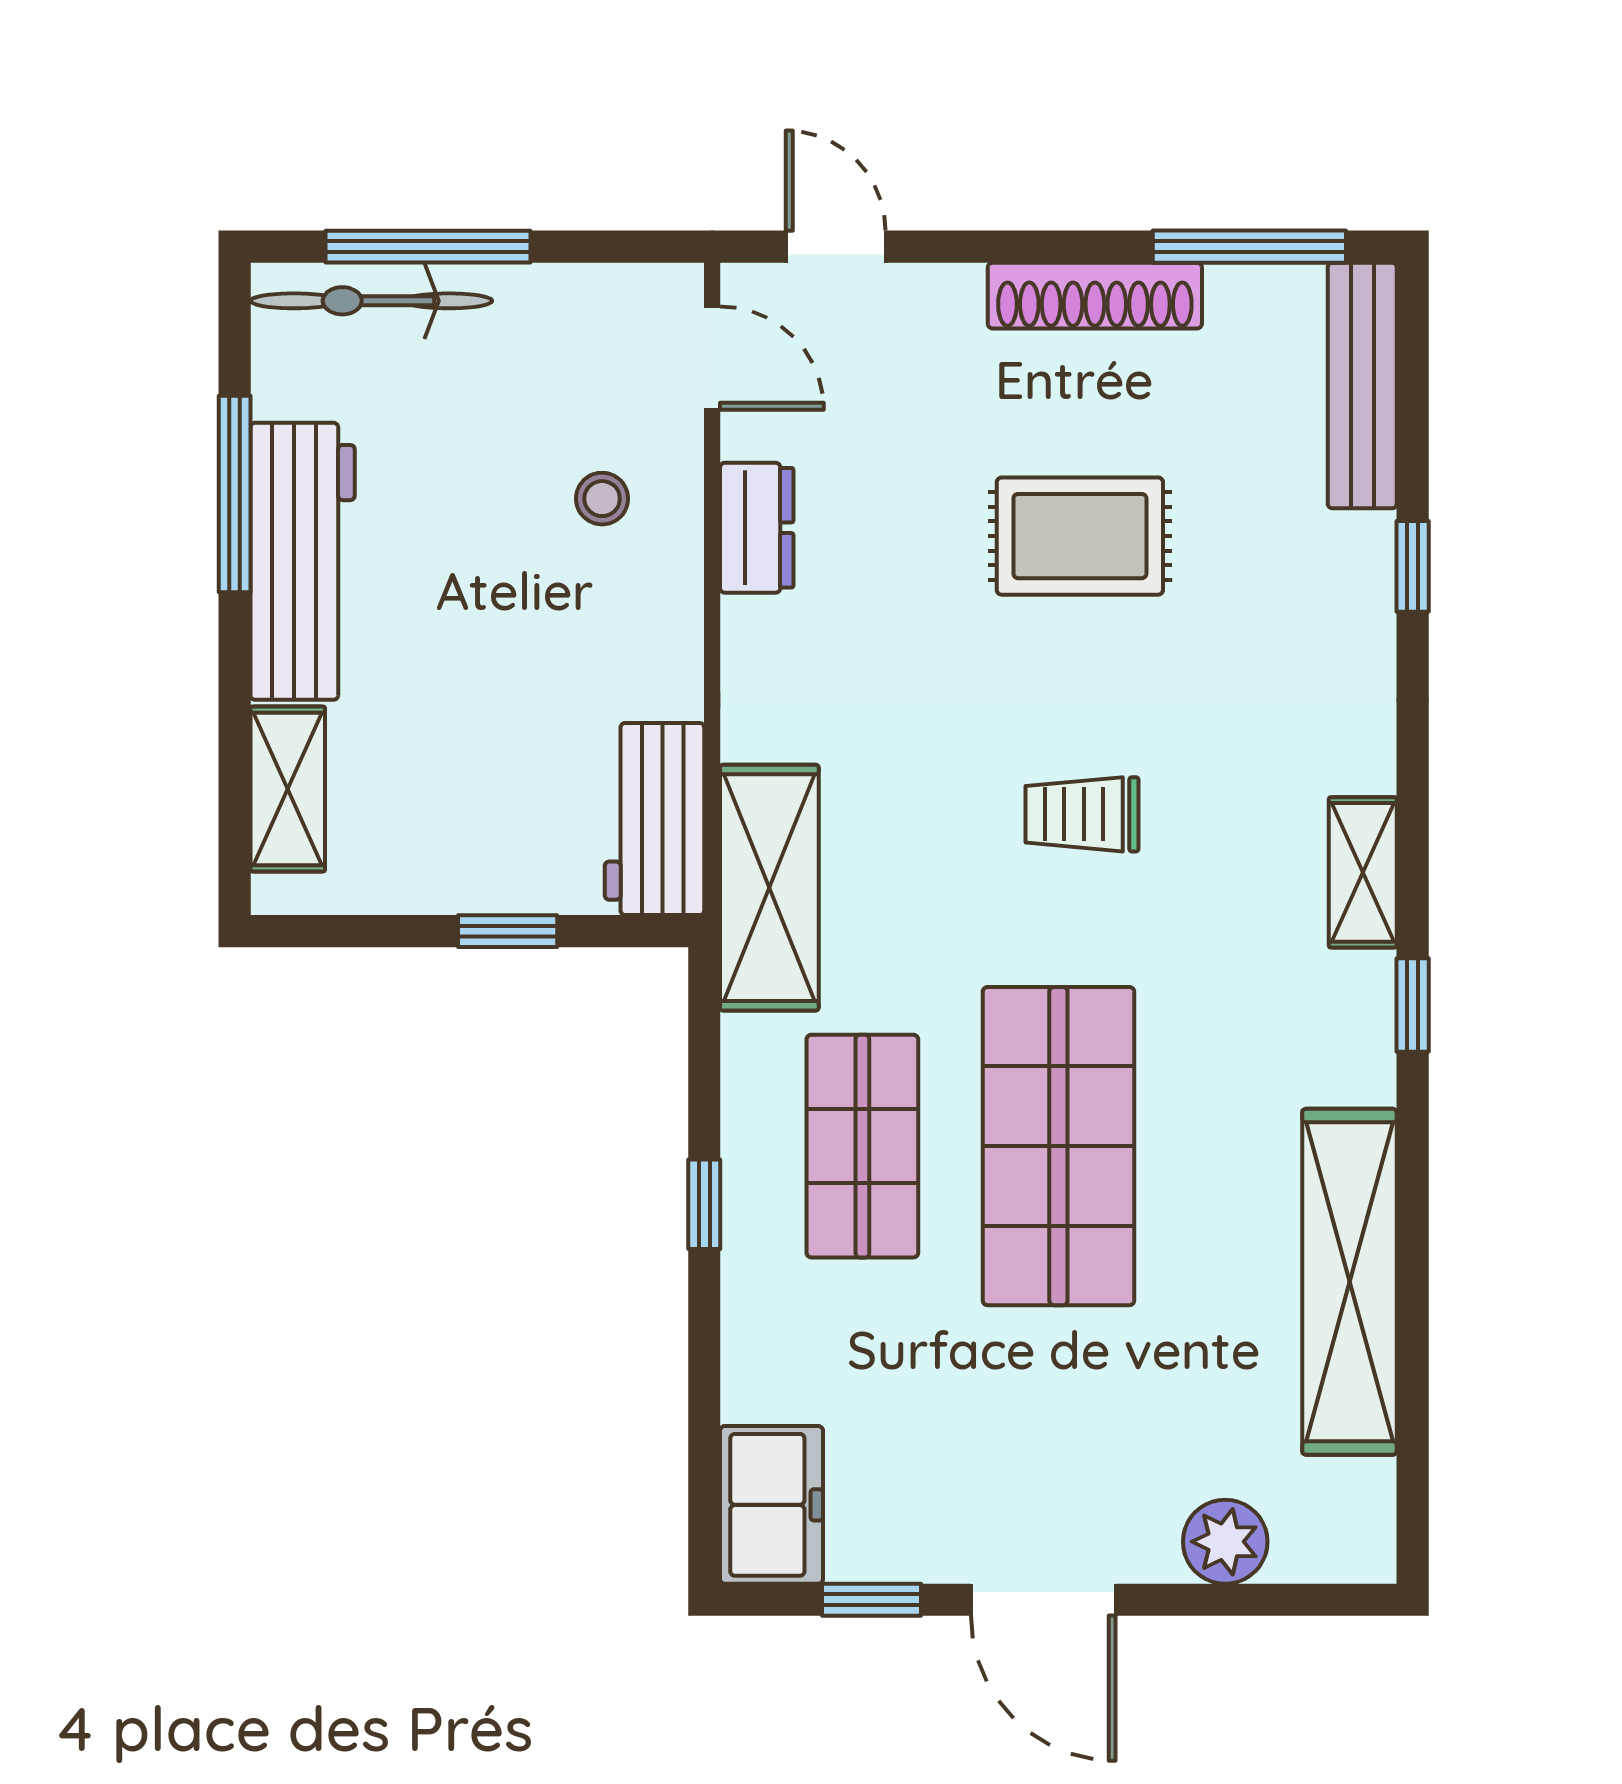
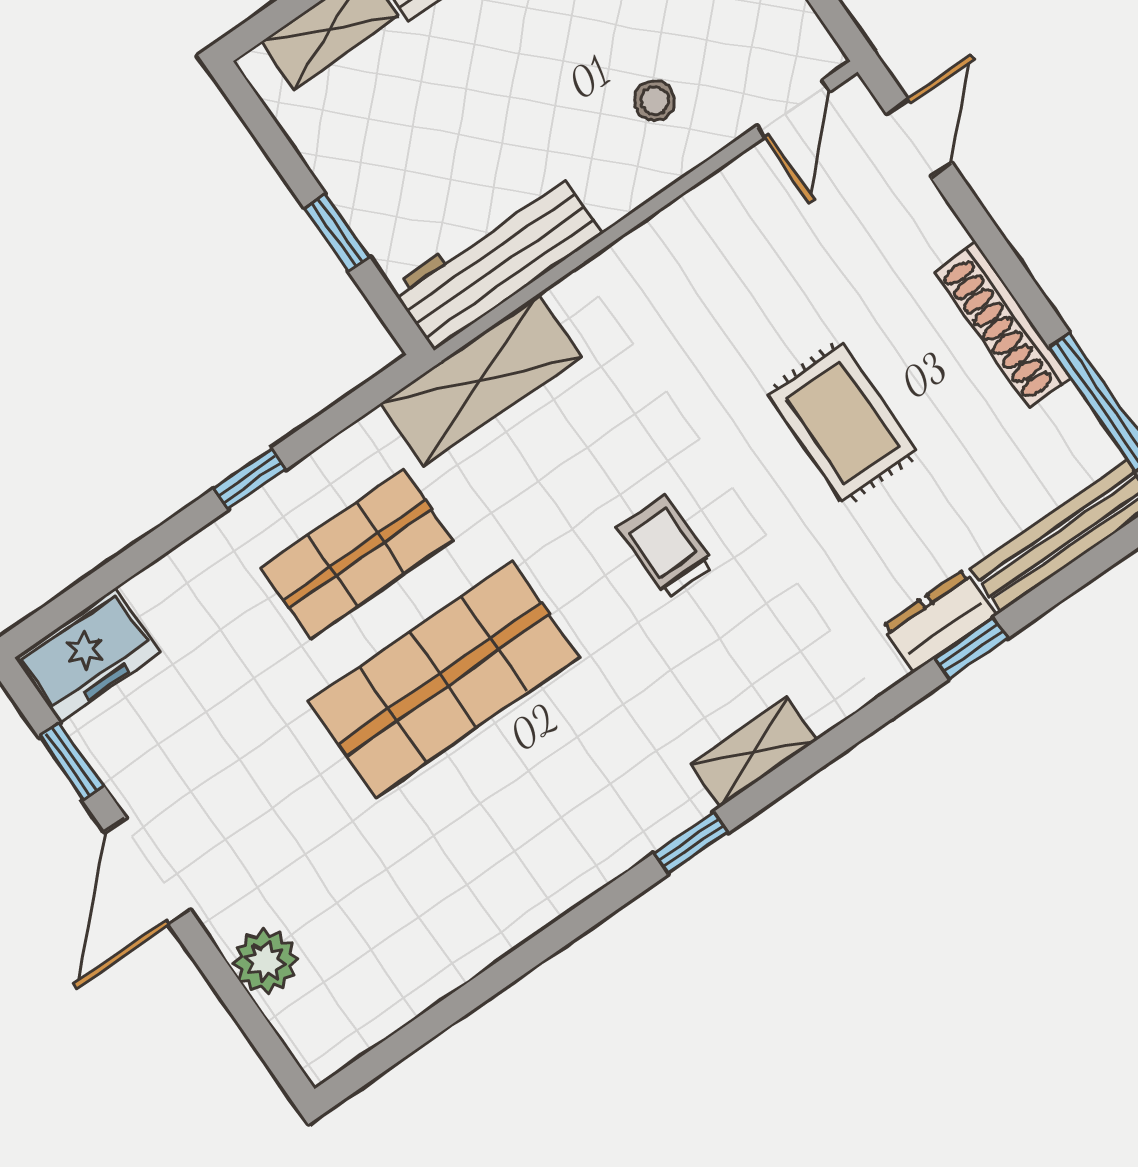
dresser: (757, 528) -> (939, 621), moved, turned 180
workbench: (654, 819) -> (496, 260), width x1.38
shelving: (1349, 1282) -> (486, 925), removed

